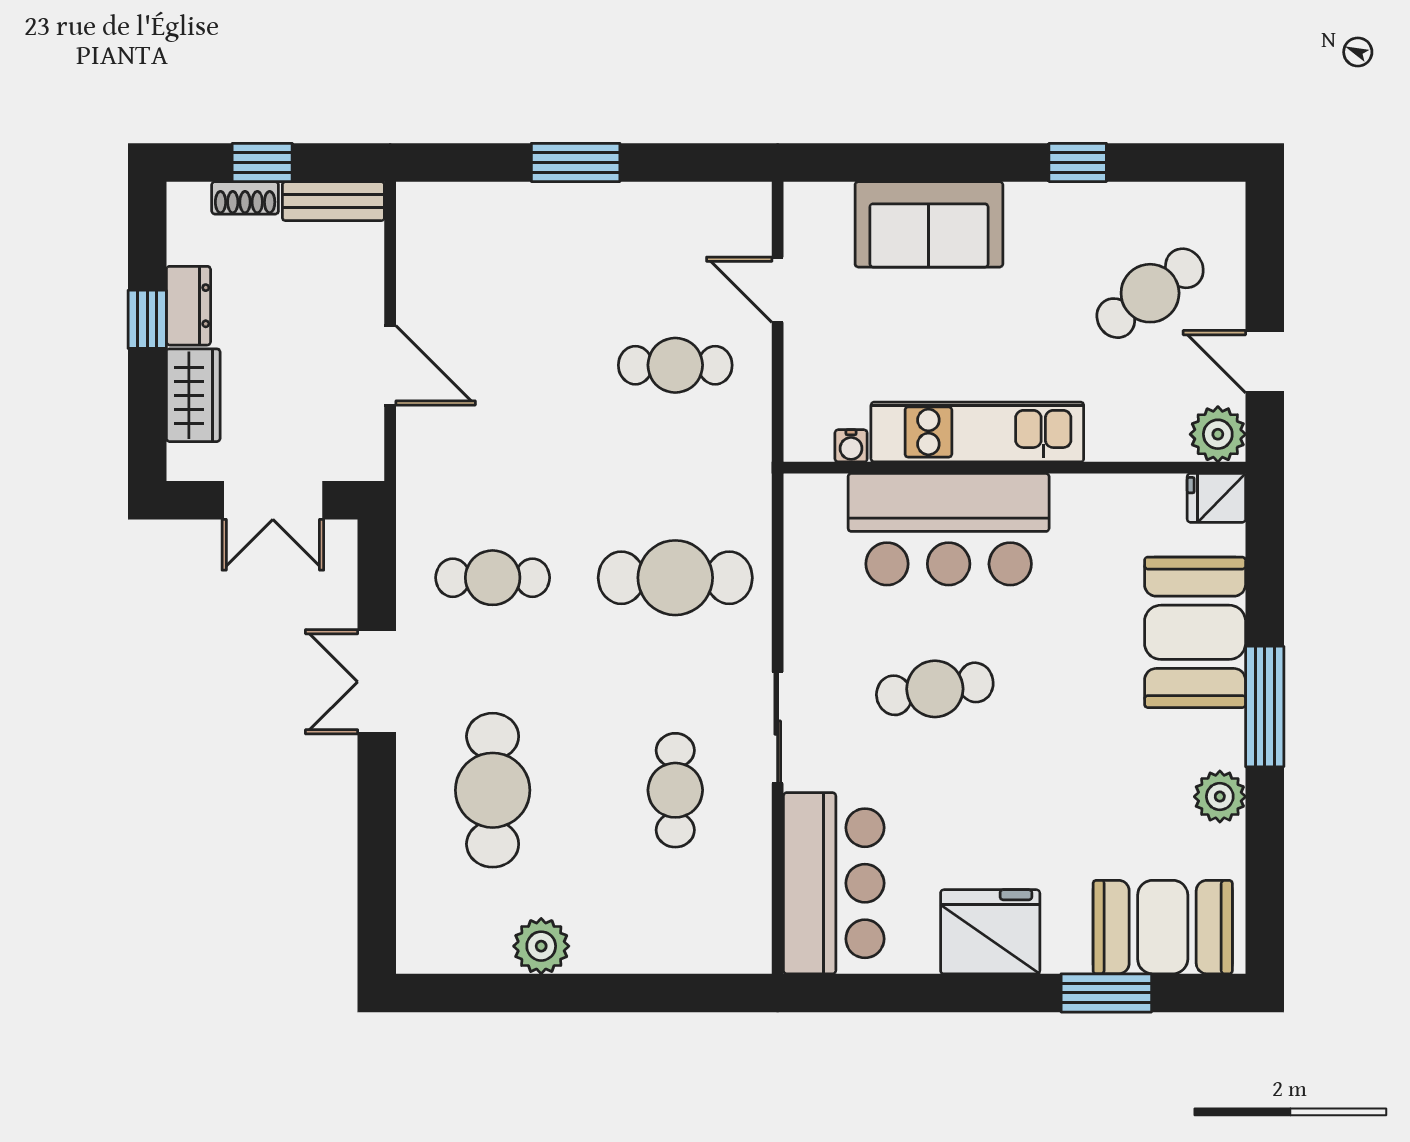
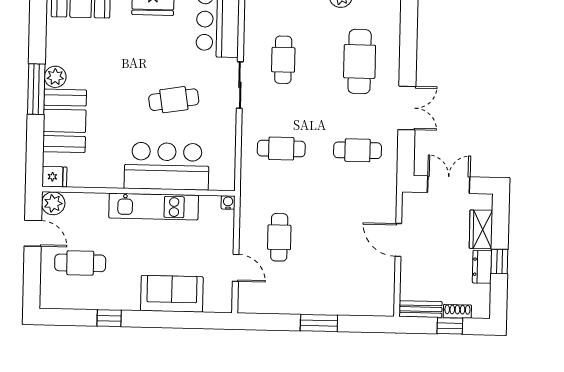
cafe table: (1150, 293) -> (80, 263), turned 36
cafe table: (675, 365) -> (279, 237), turned 90
water cooler: (851, 446) -> (228, 202), moved
cafe table: (675, 578) -> (281, 149), width x0.73, depth x0.74
plant: (1220, 797) -> (55, 77), moved

